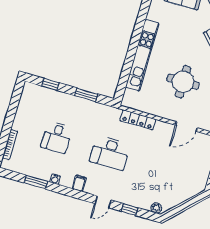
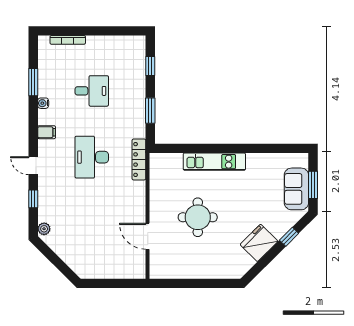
kitchen unit: (142, 55) -> (214, 162), width x0.73
locker: (138, 120) -> (139, 159), moved
desk: (57, 137) -> (92, 91), turned 180

